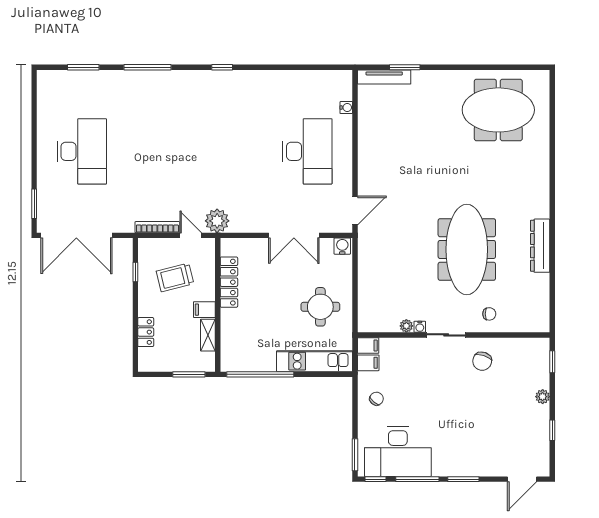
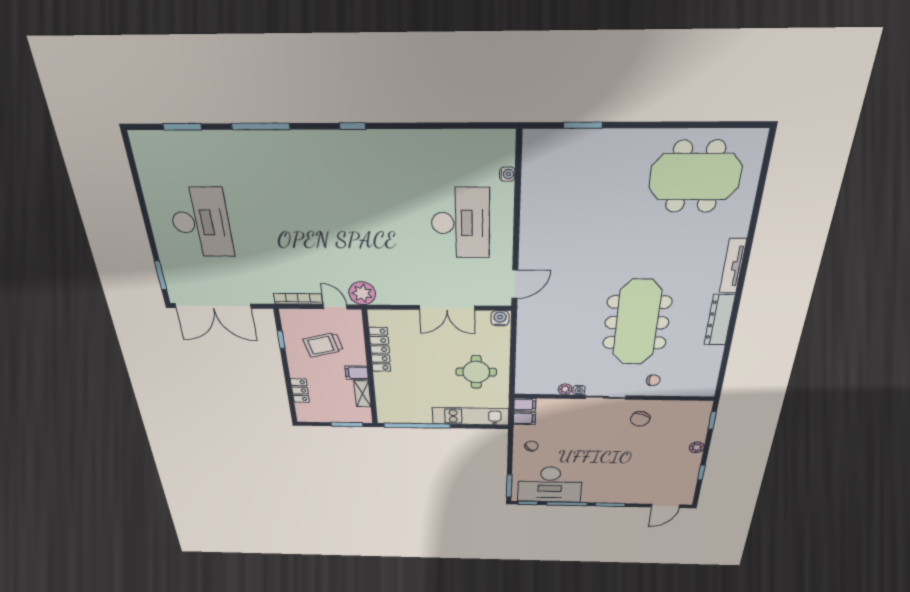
tv unit: (384, 77) -> (733, 266), moved, turned 90

